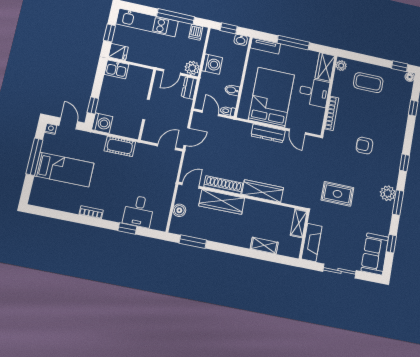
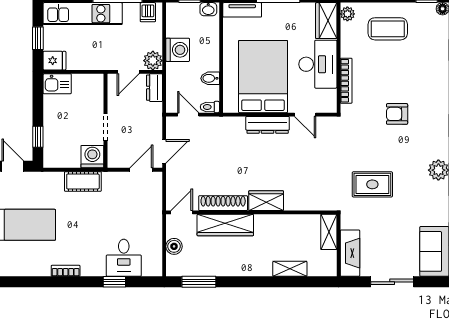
desk: (314, 92) -> (318, 64), width x1.37
washing machine: (102, 123) -> (92, 157), moved, turned -90
wardrobe: (263, 191) -> (266, 201), width x0.67

